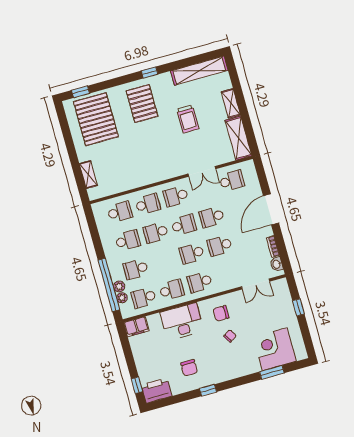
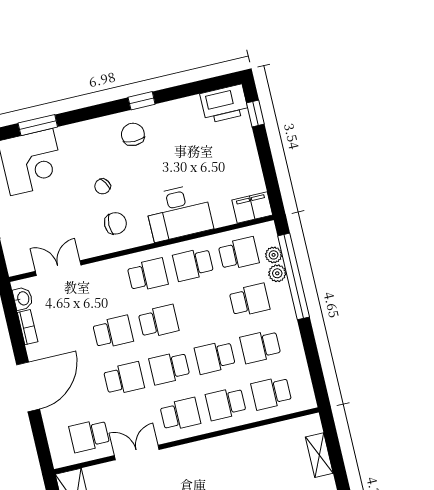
school desk: (156, 233) -> (215, 357), turned 180
chair: (189, 368) -> (133, 134), moved

